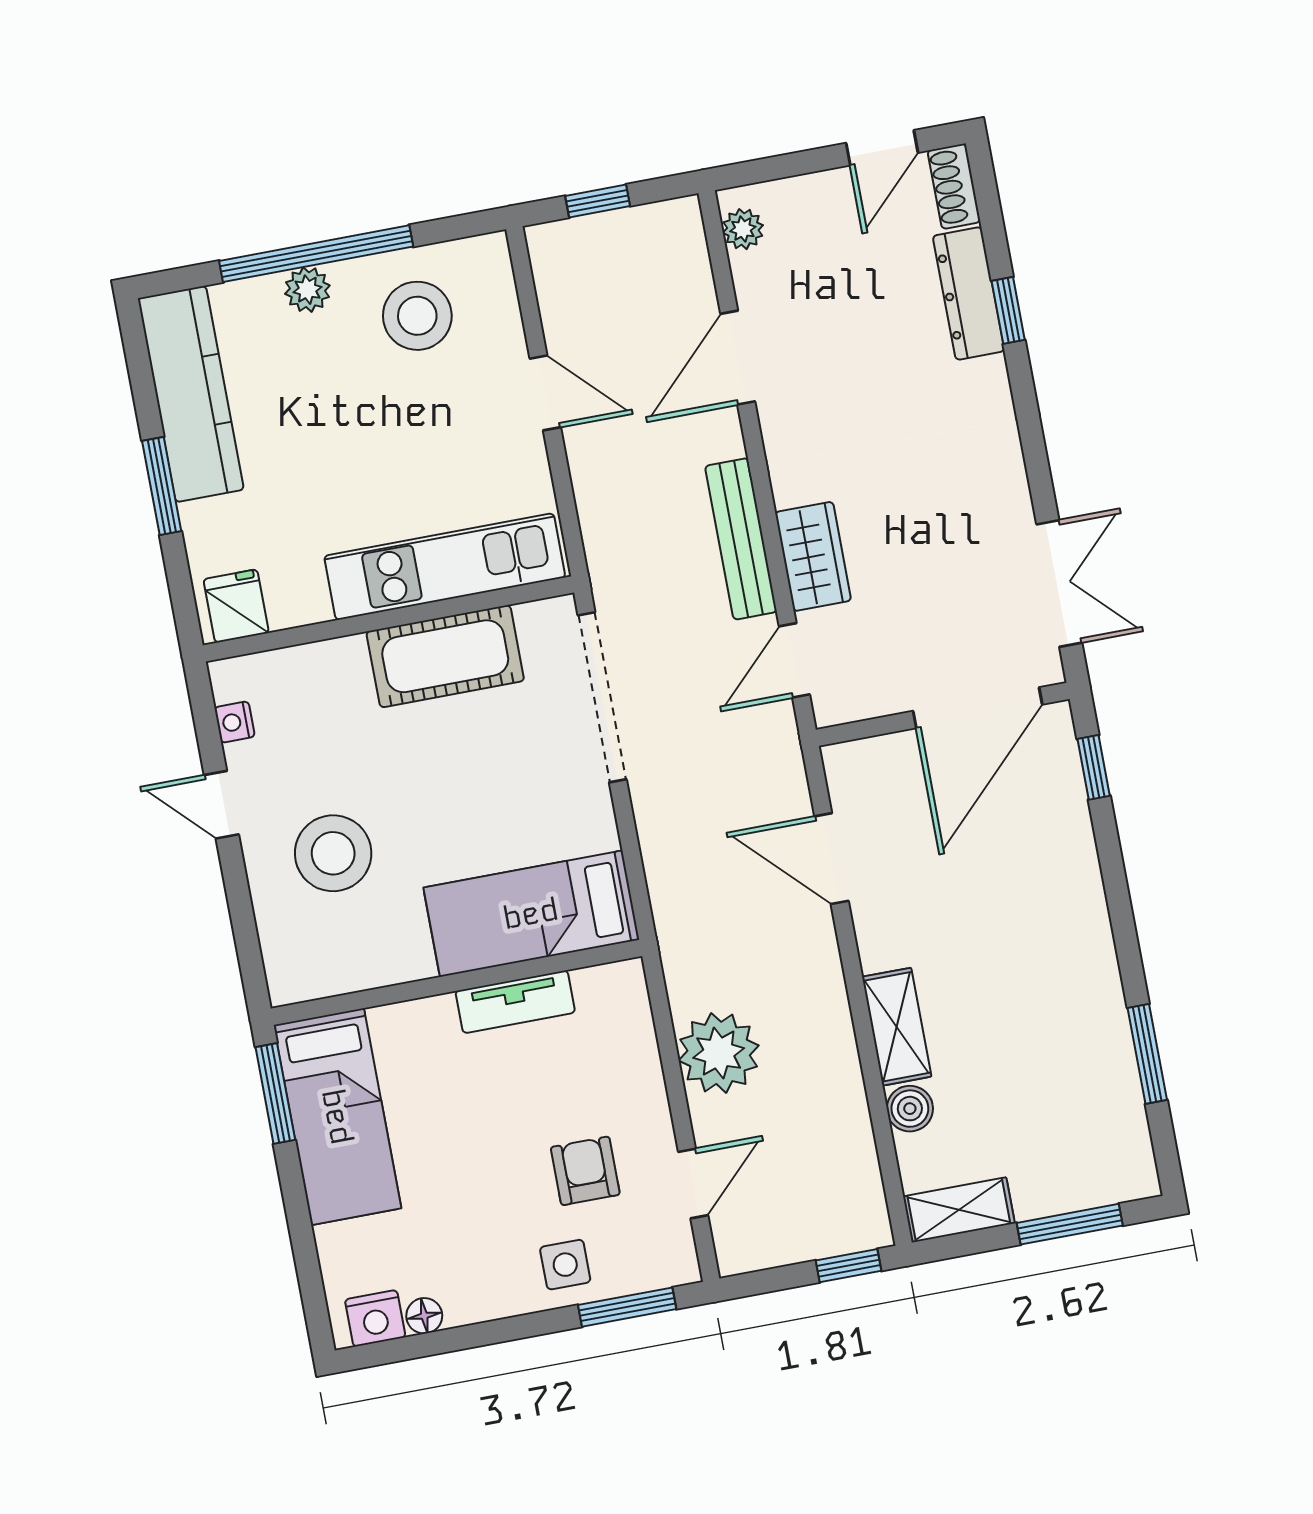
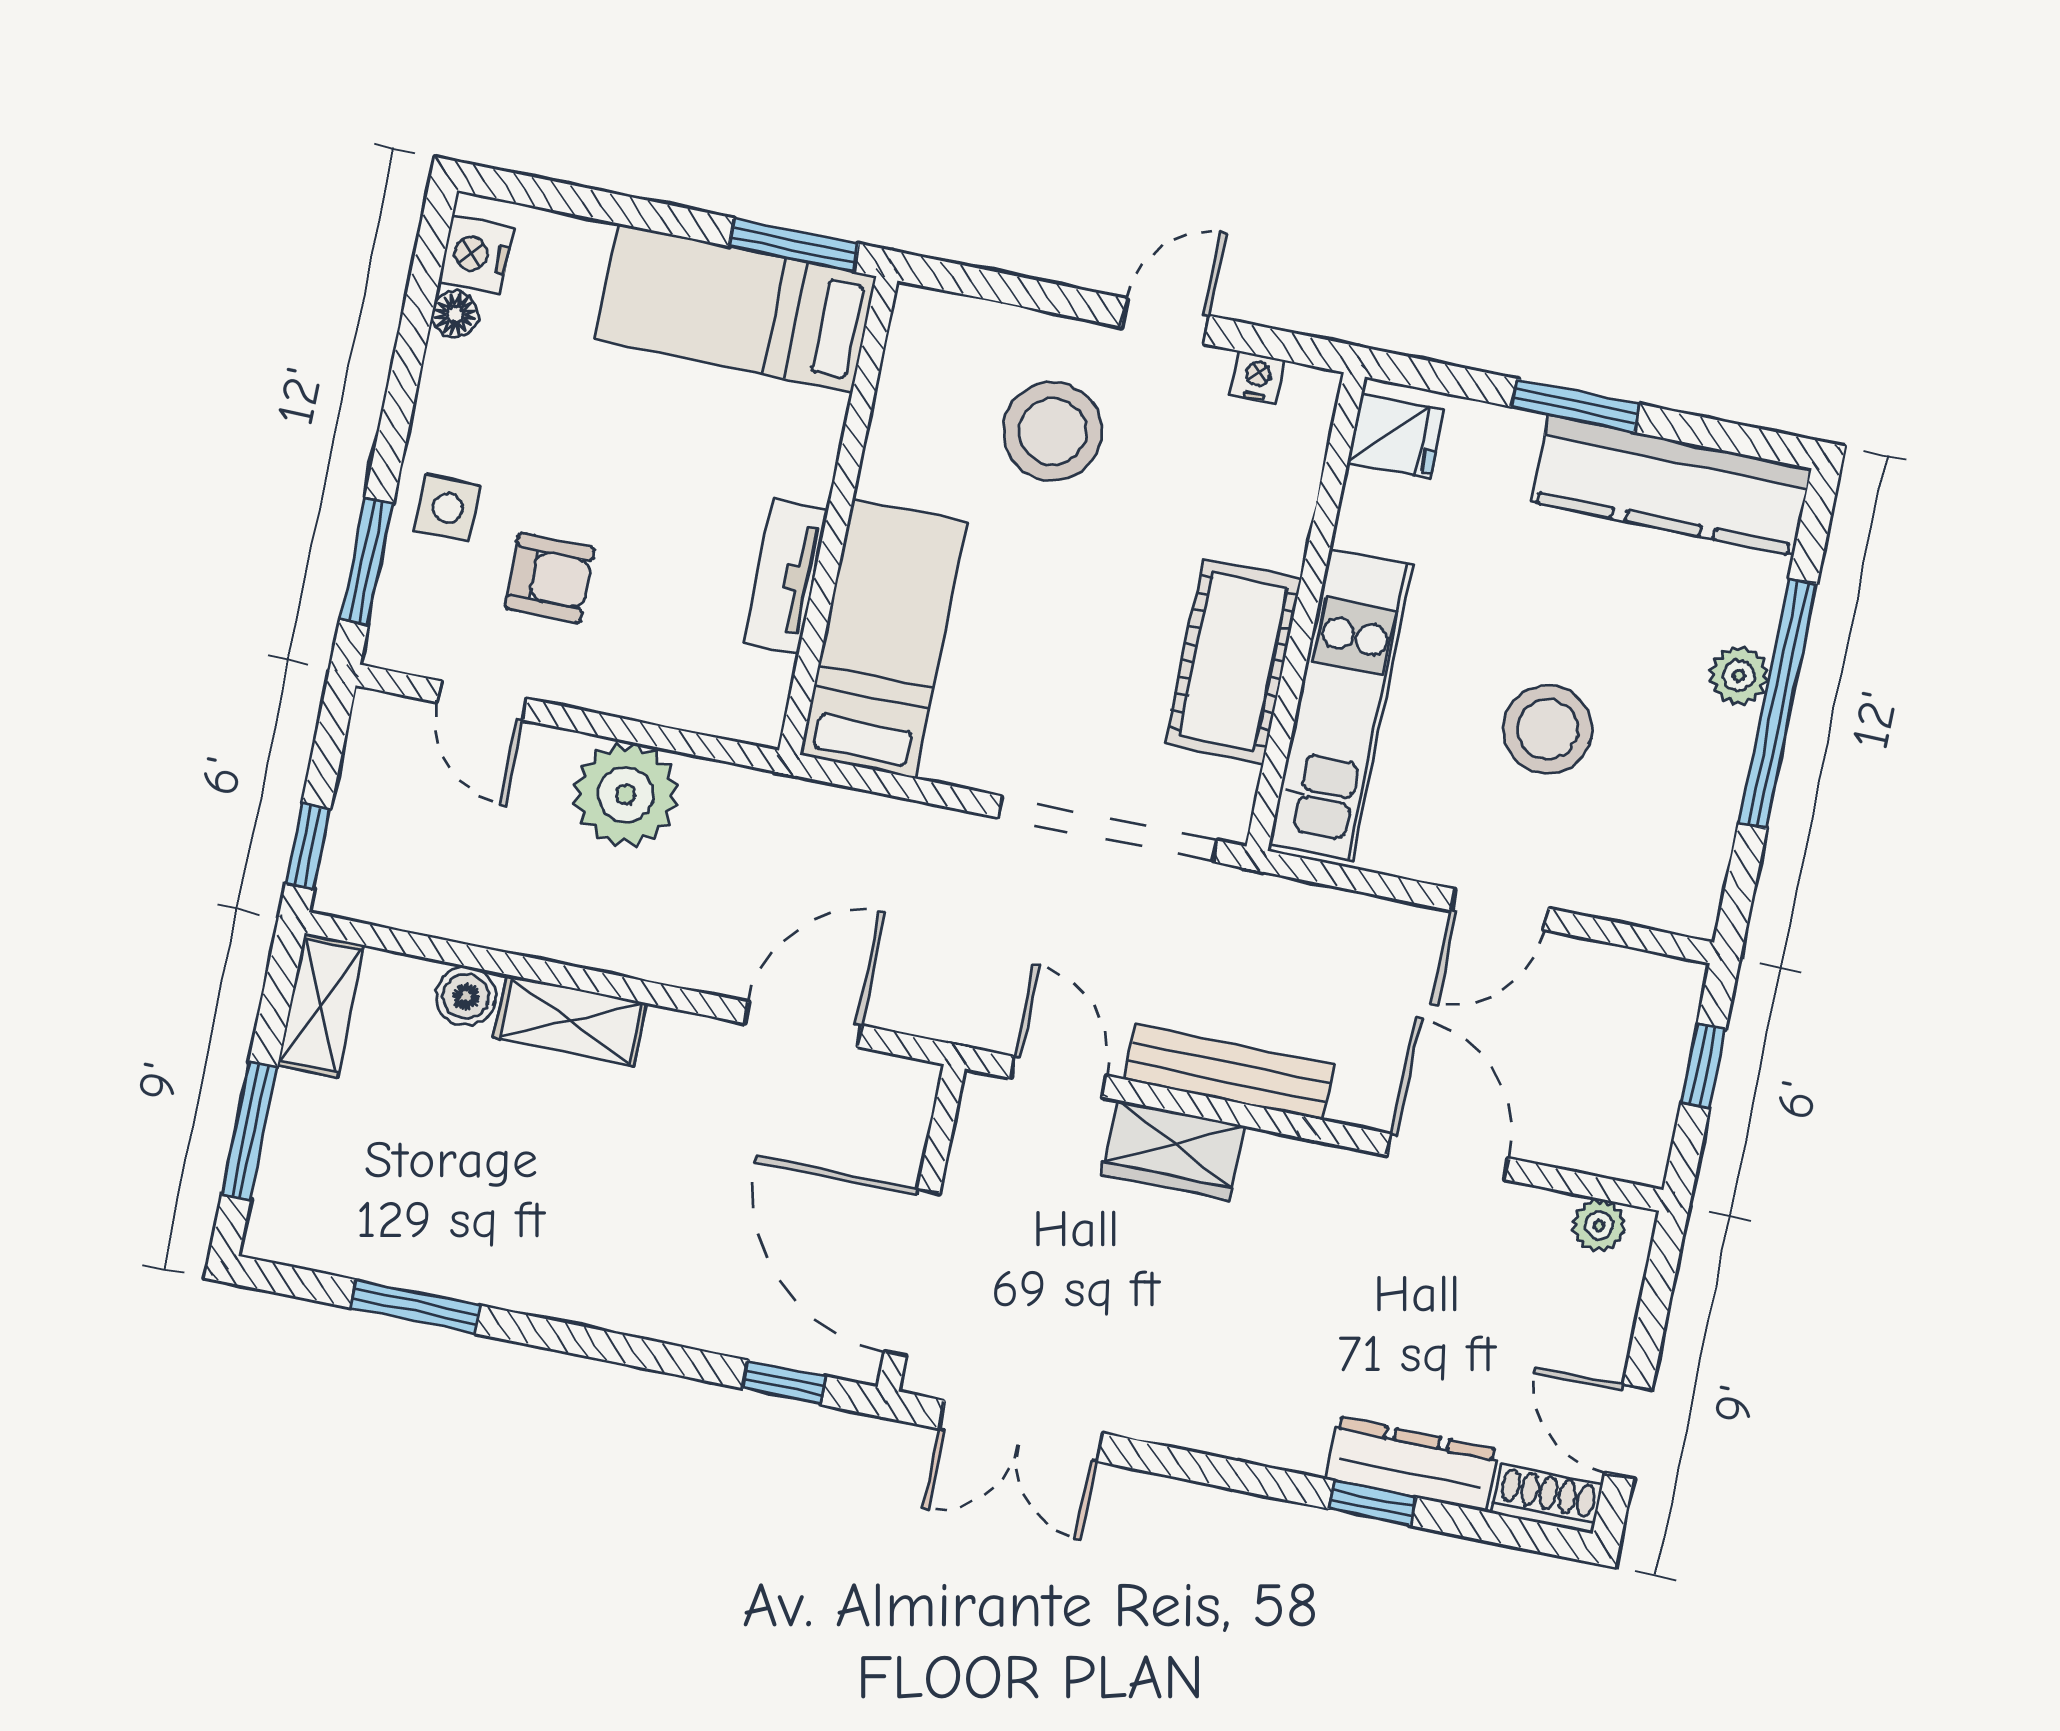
stool: (417, 316) -> (1547, 729), moved

